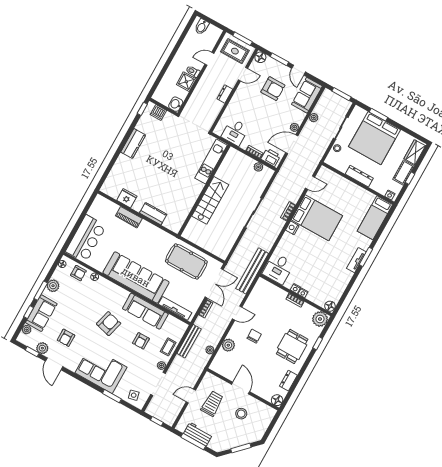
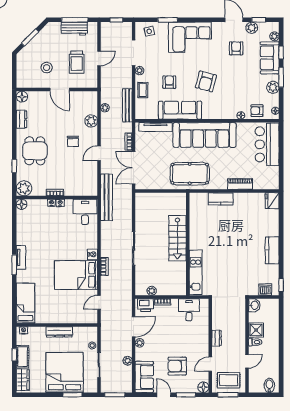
fridge: (127, 198) -> (272, 201), moved, turned 90
pool table: (186, 261) -> (190, 174), moved

